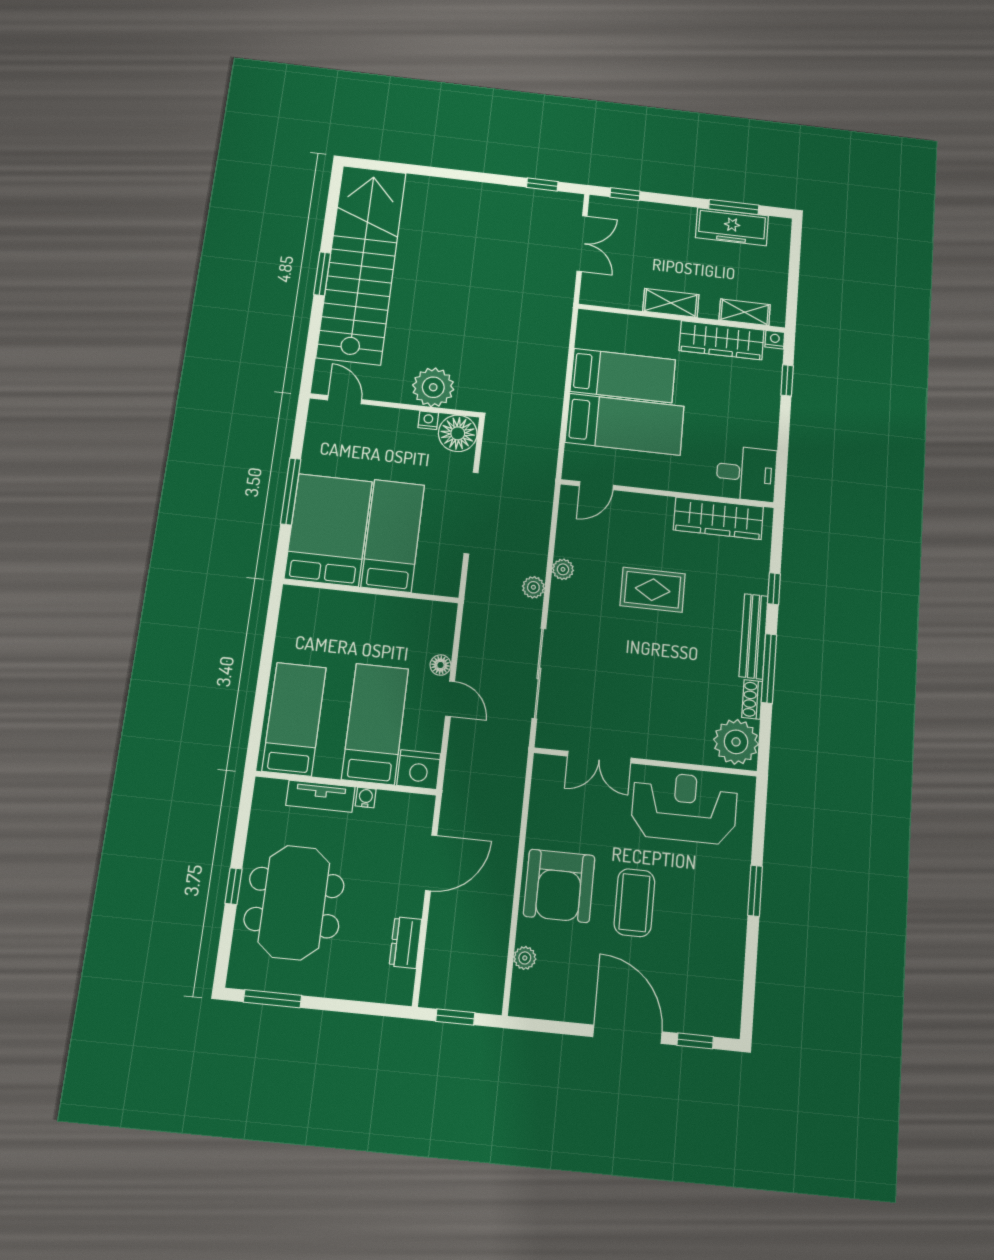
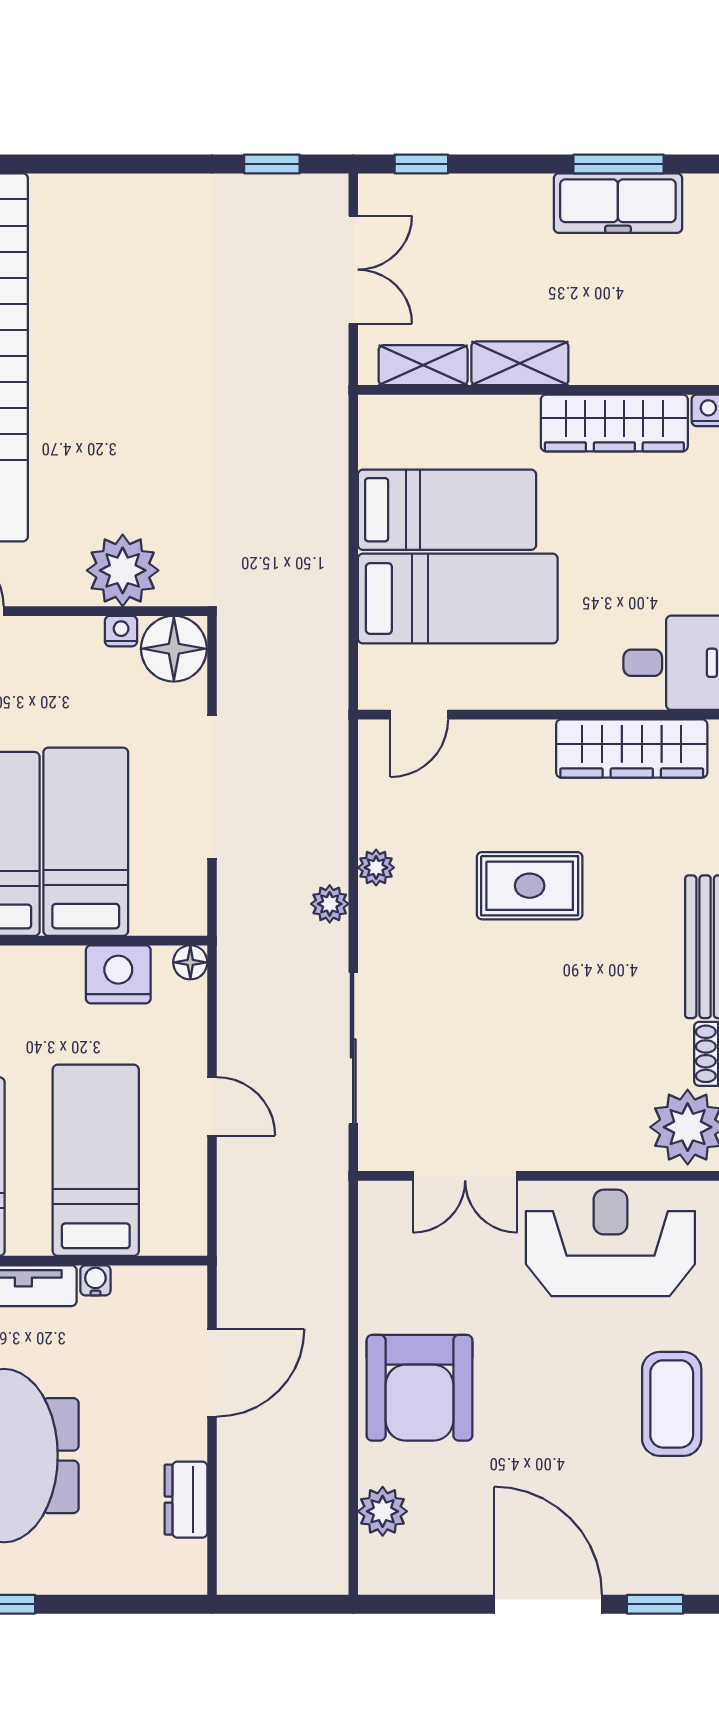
shelving: (745, 312) -> (423, 365), moved
floor lamp: (440, 665) -> (190, 962), moved
nightstand: (419, 770) -> (118, 974), moved, turned 180
coffee table: (634, 903) -> (672, 1404), moved
plant: (525, 958) -> (383, 1511), width x1.38, depth x1.38
window: (455, 1017) -> (277, 1604), removed

